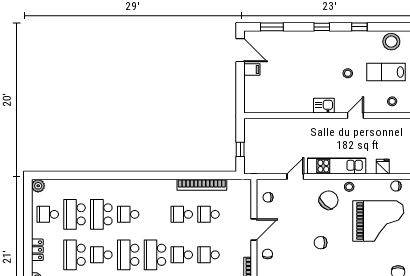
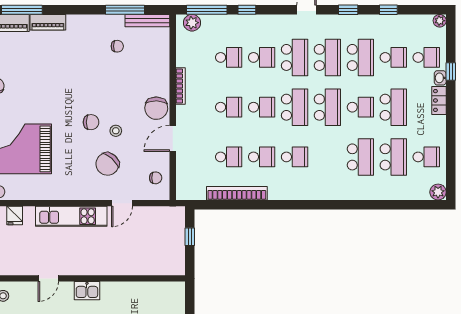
stool: (349, 187) -> (116, 131), moved
chair: (329, 200) -> (107, 164), moved
school desk: (128, 214) -> (295, 157), moved
locker: (37, 250) -> (439, 100), moved
chair: (267, 254) -> (156, 108), width x1.87, depth x1.87

